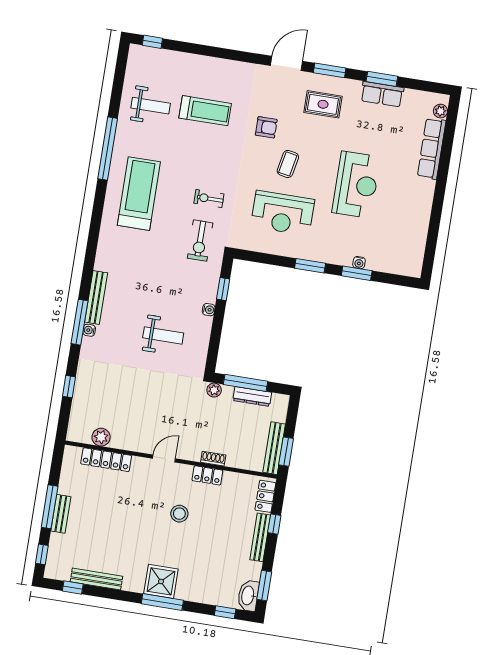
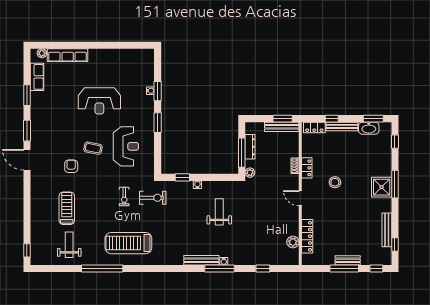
row of seats: (382, 94) -> (37, 77), moved
rug: (323, 104) -> (50, 131), removed
reception desk: (356, 185) -> (99, 101), turned 180
washbasin: (248, 596) -> (369, 128), moved

